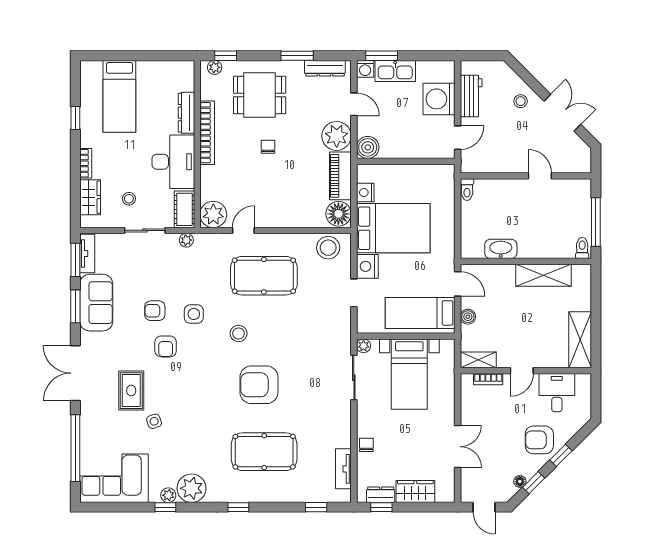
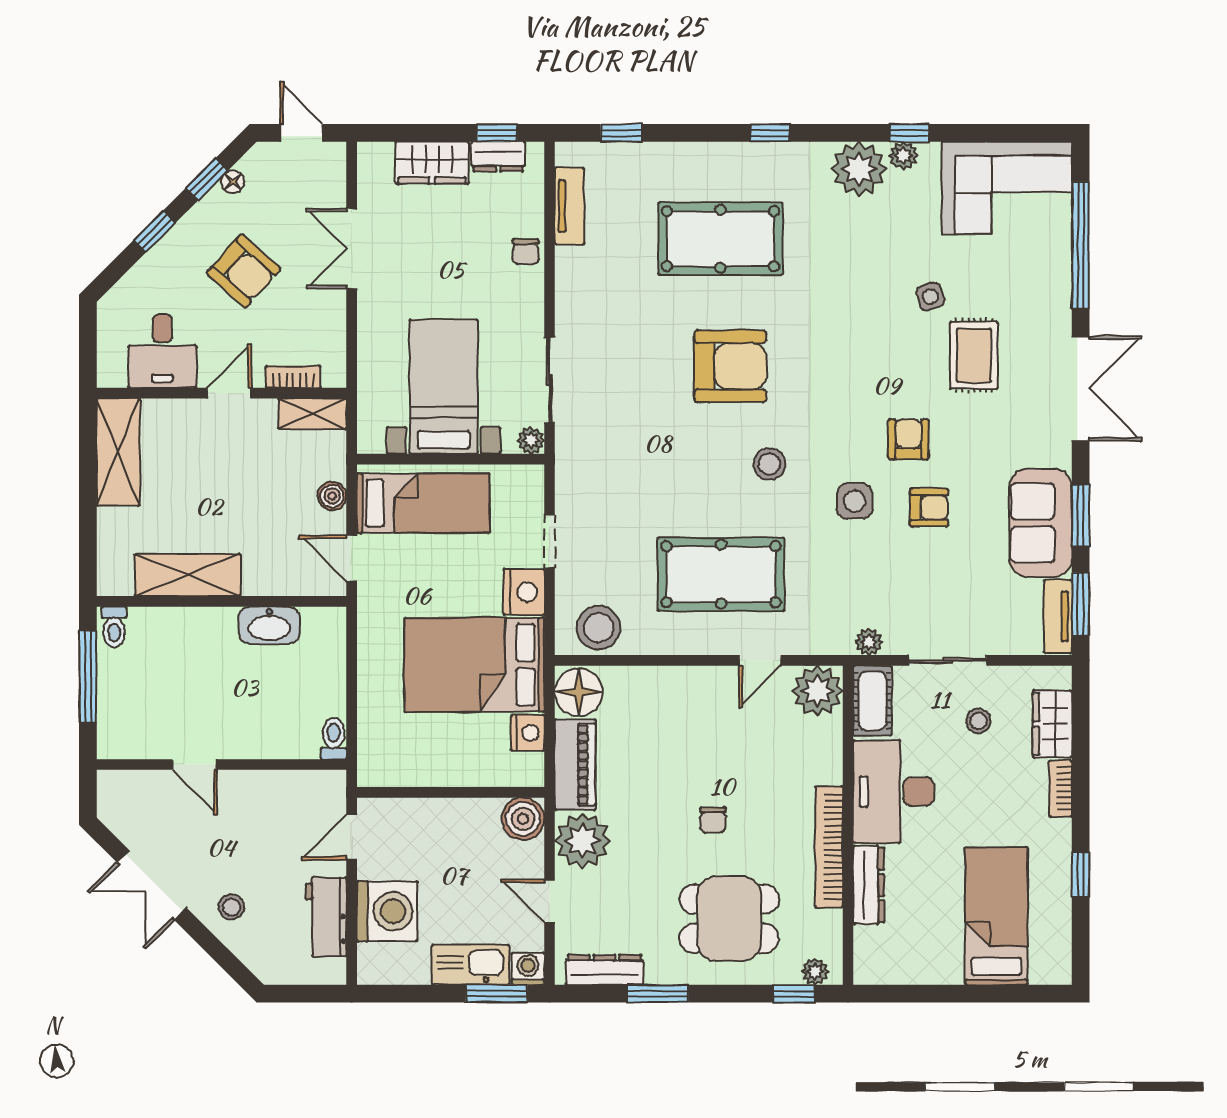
armchair: (539, 440) -> (244, 271), moved, turned 42

